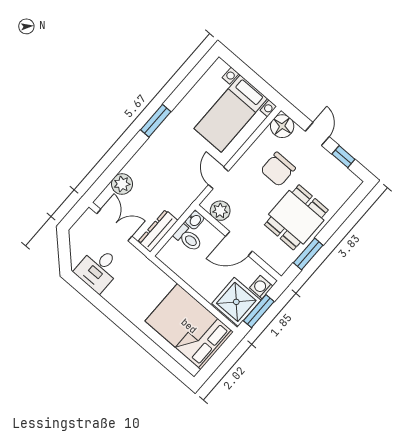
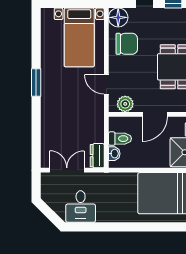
chair: (278, 169) -> (127, 44), moved, turned -90
plant: (122, 184) -> (49, 140), removed
washbasin: (195, 220) -> (114, 154), moved
dresser: (158, 231) -> (97, 156), width x0.70

